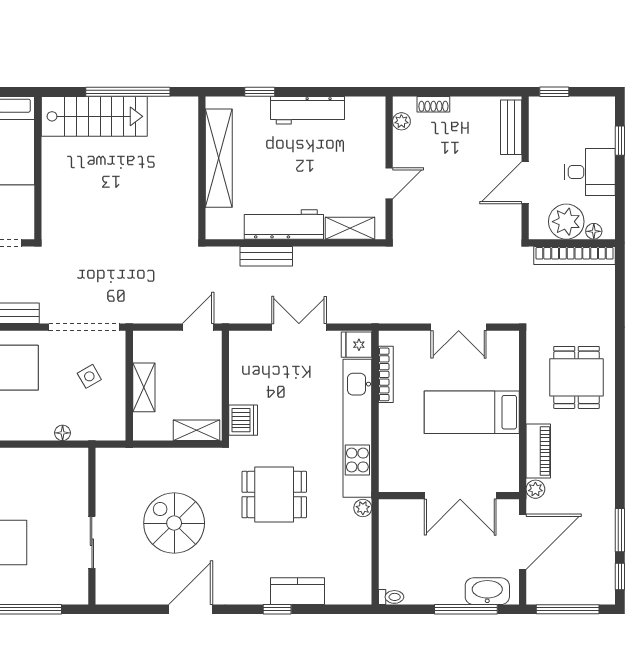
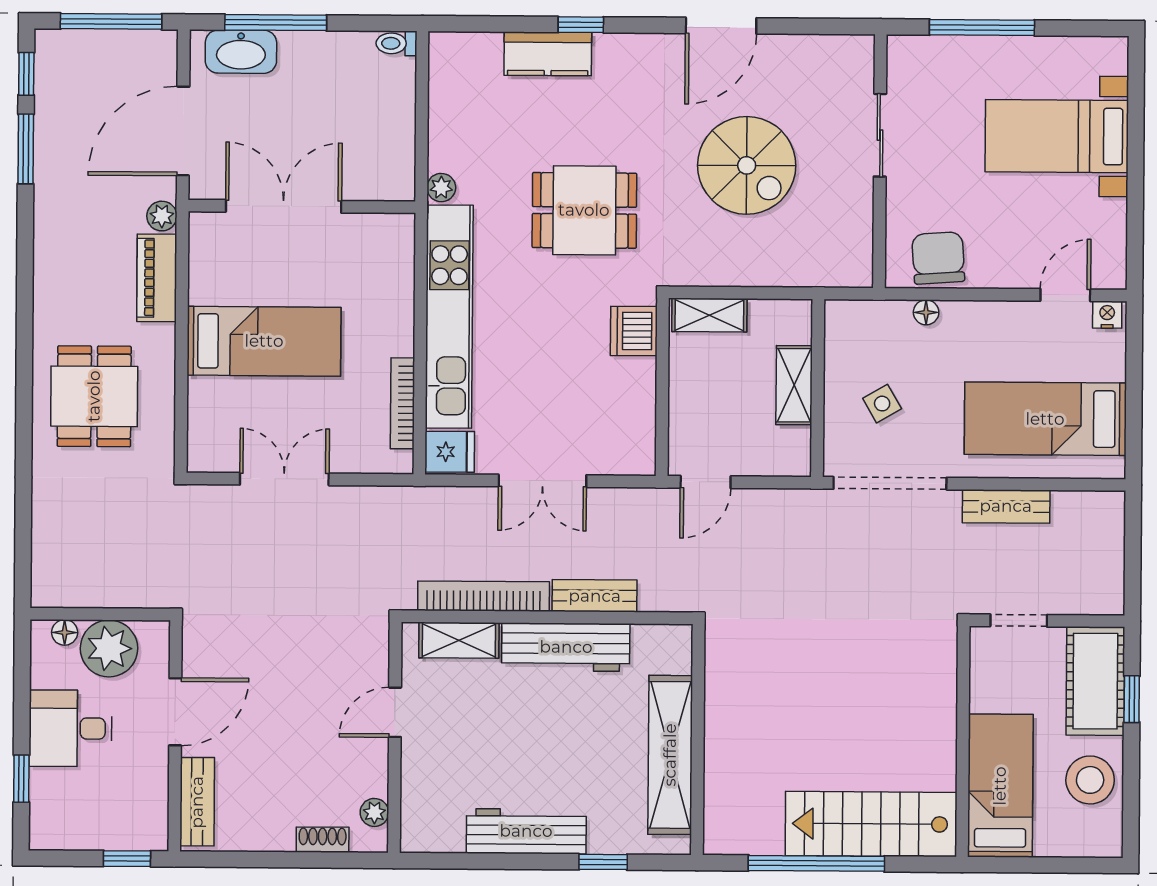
bookcase: (575, 256) -> (484, 596), moved
chair: (55, 467) -> (938, 258), added

